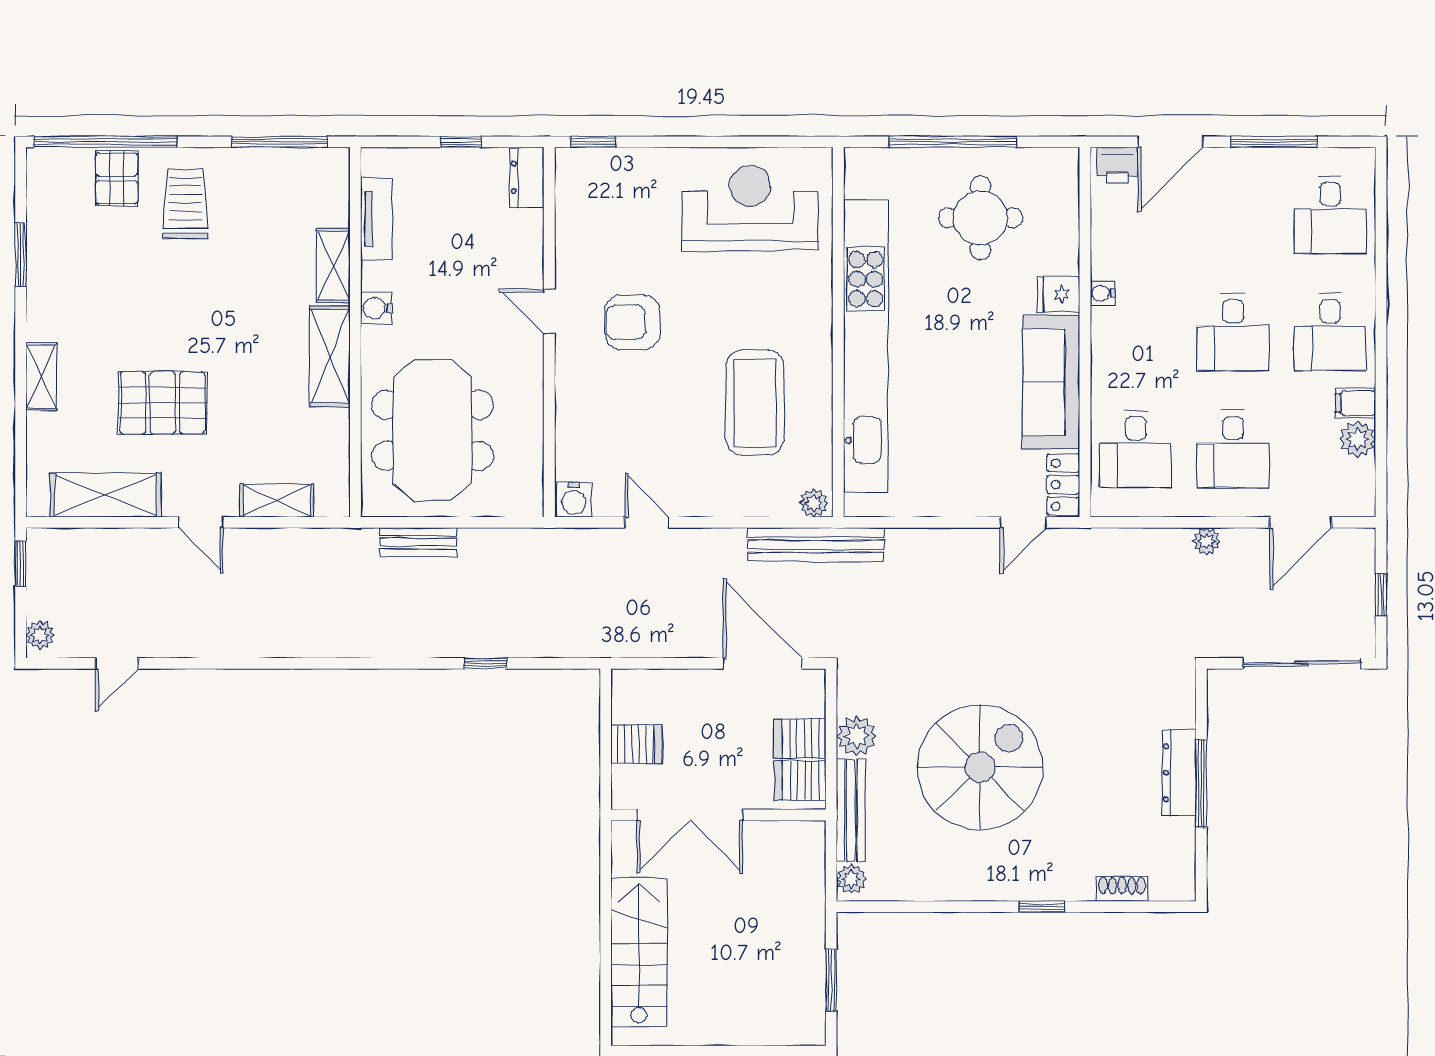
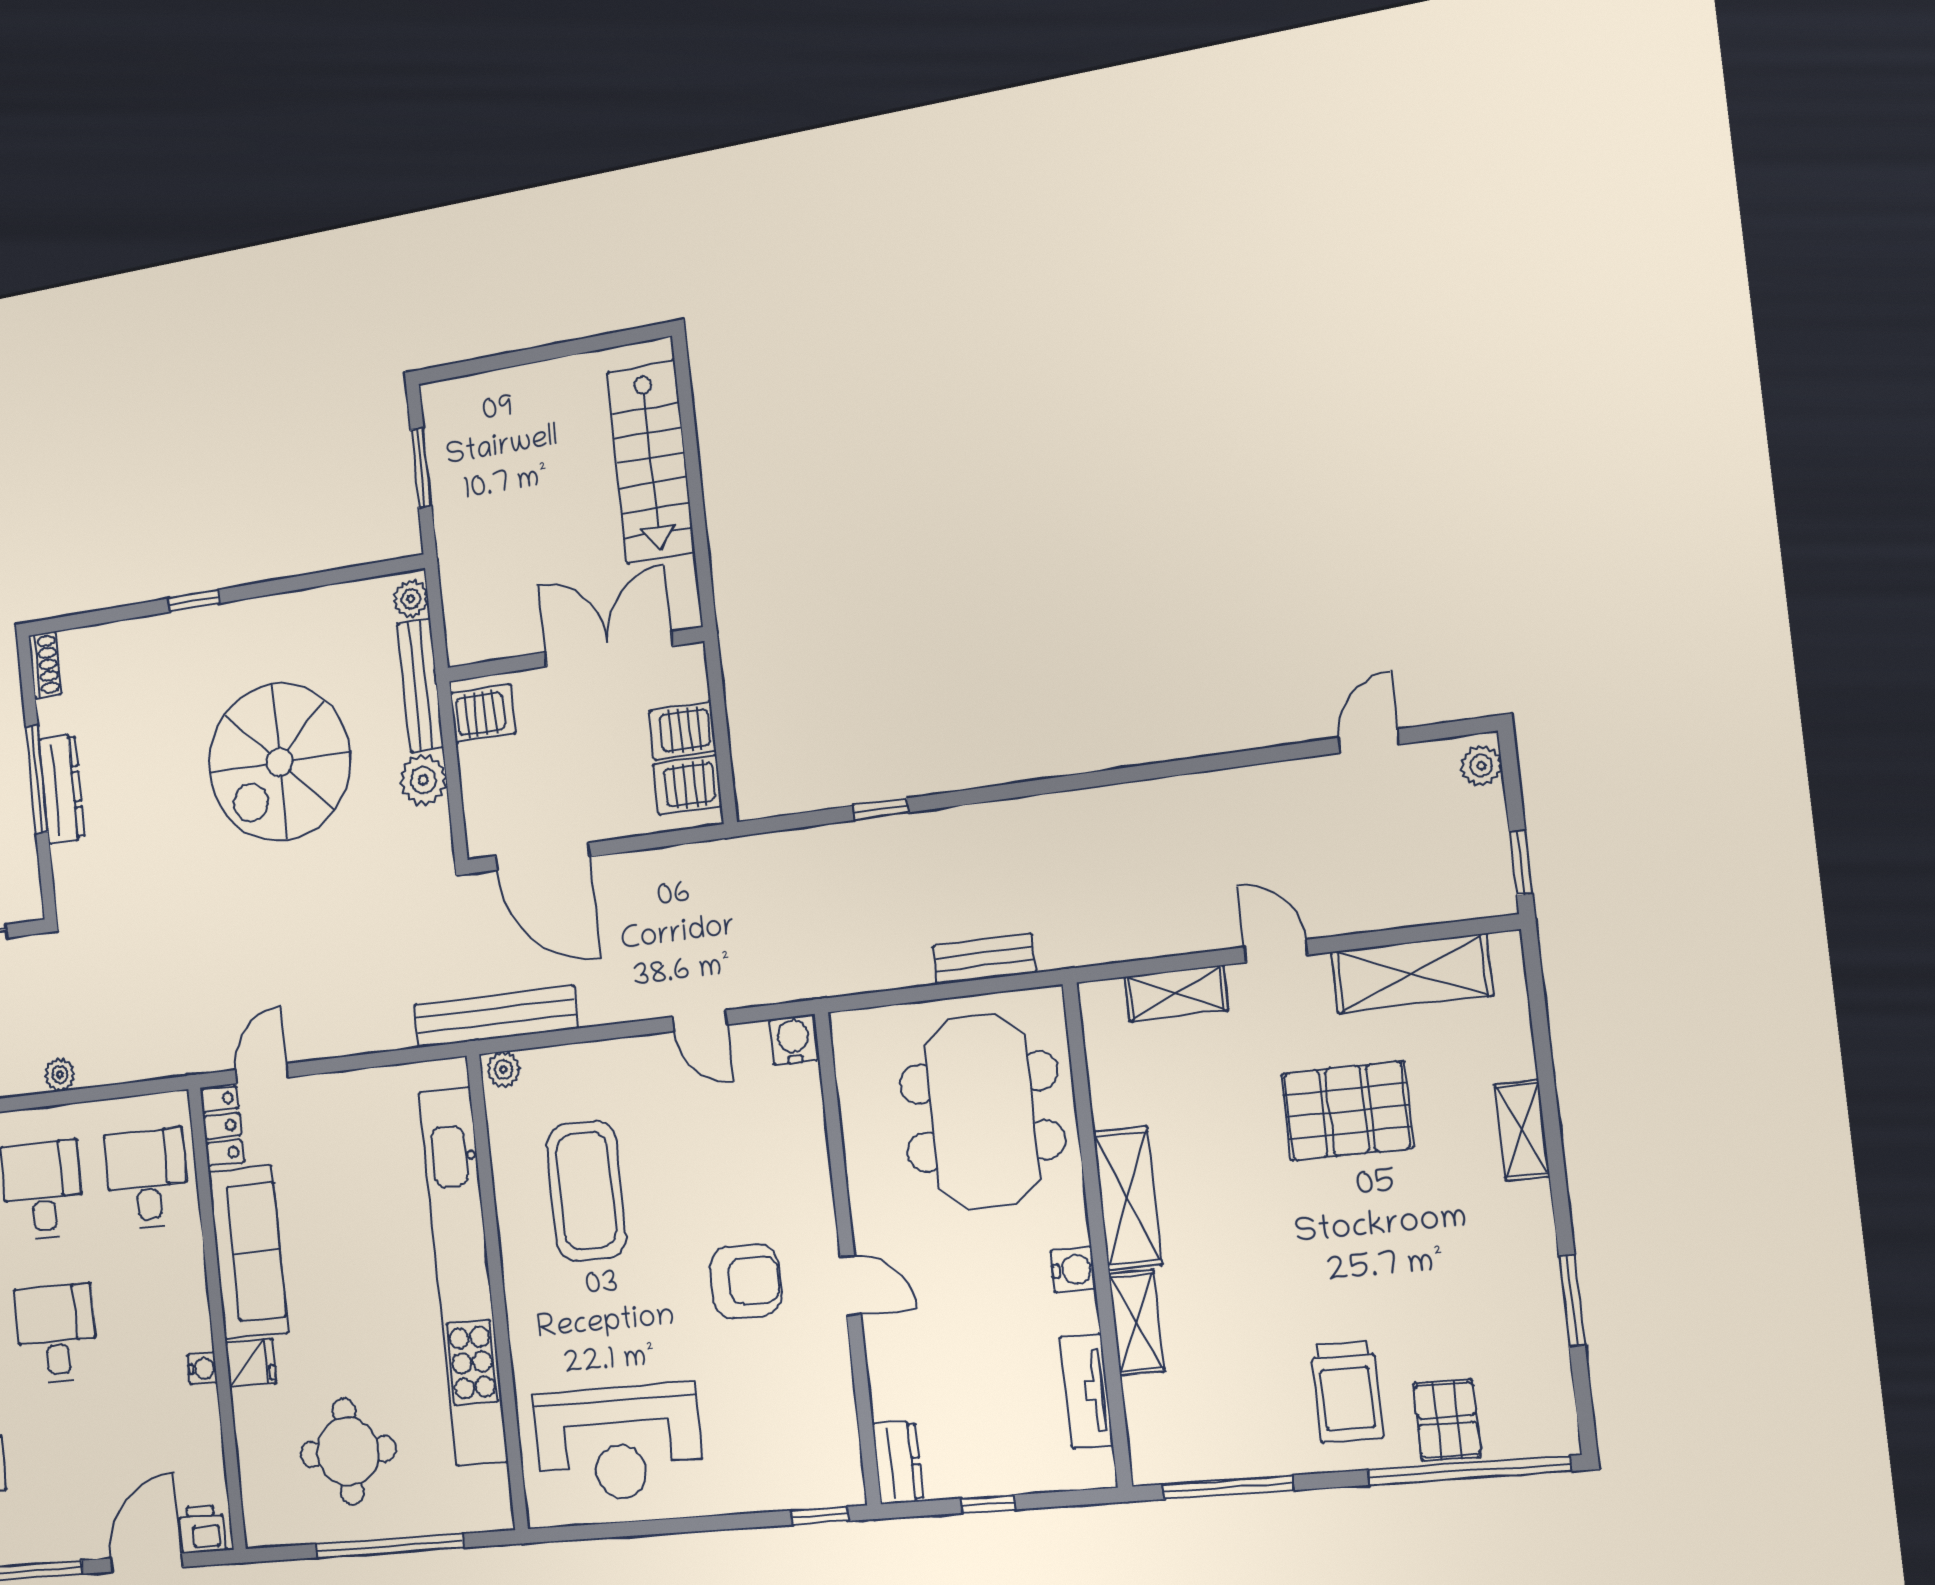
server rack: (800, 739) -> (687, 785), moved, turned 180
shoe rack: (1122, 889) -> (45, 665), moved, turned -90

